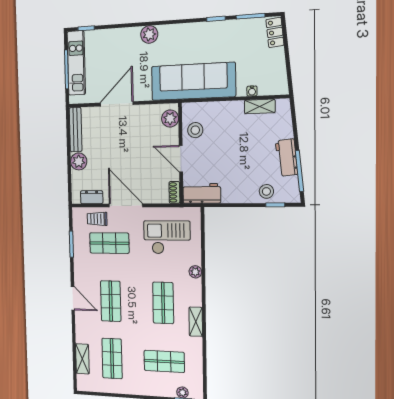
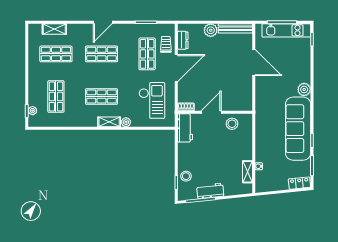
sofa: (193, 81) -> (298, 129), moved, turned 180
plant: (170, 118) -> (241, 104), removed
shelving: (196, 322) -> (109, 122), moved

